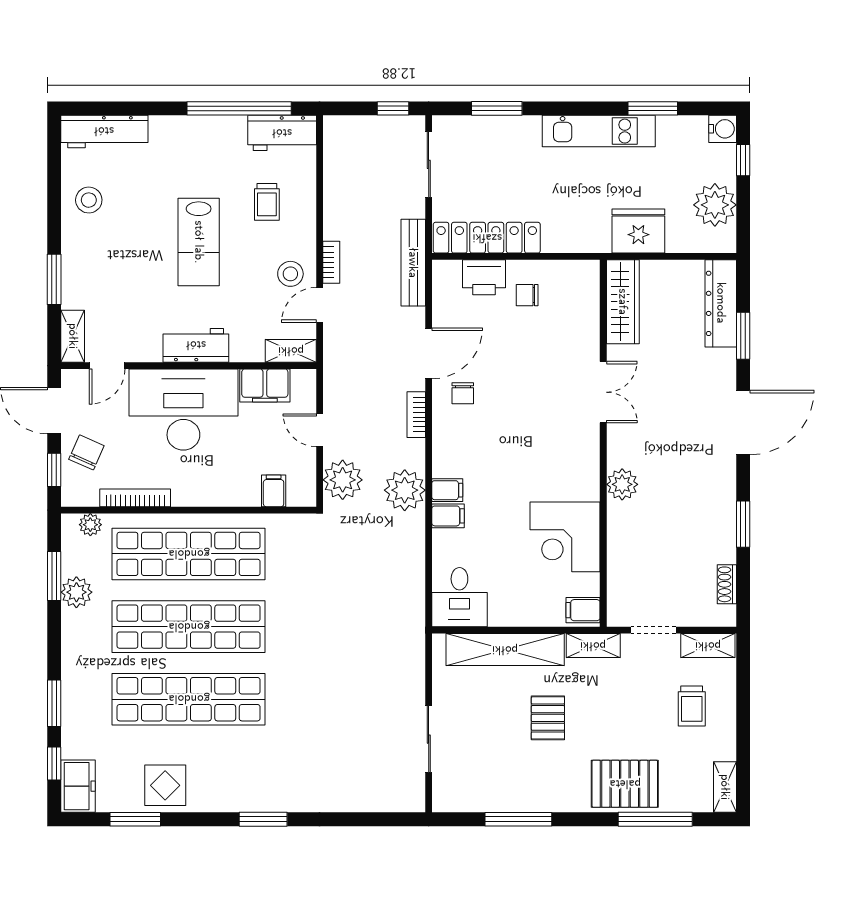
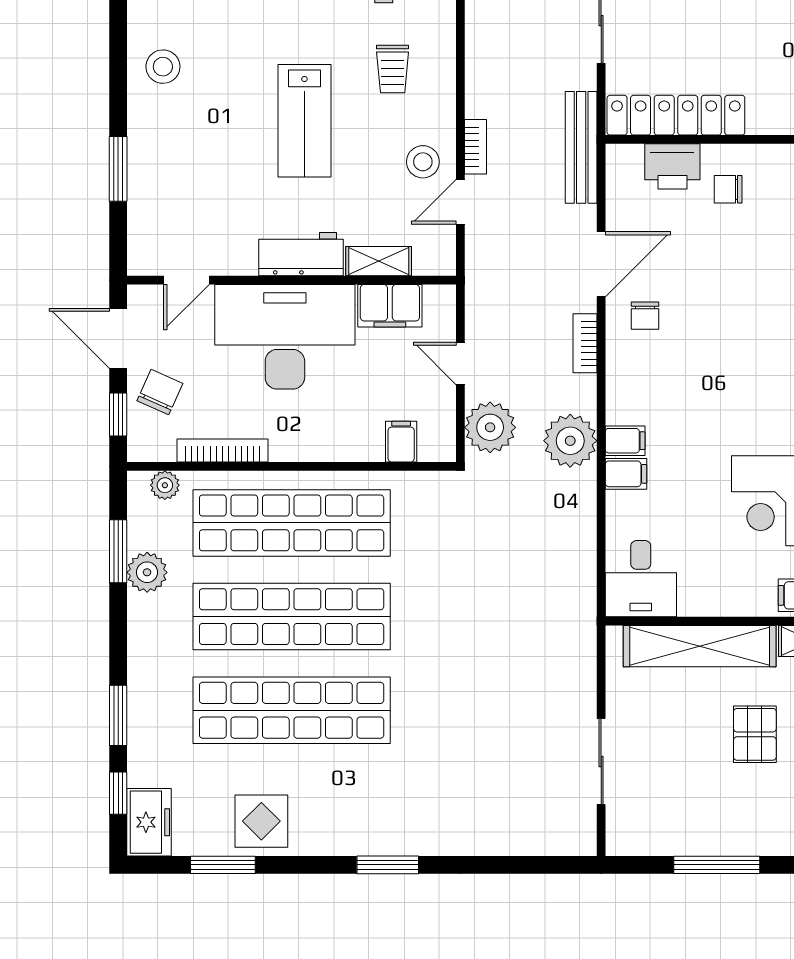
shelving: (73, 336) -> (142, 242), removed
shelving: (291, 351) -> (379, 261), moved

